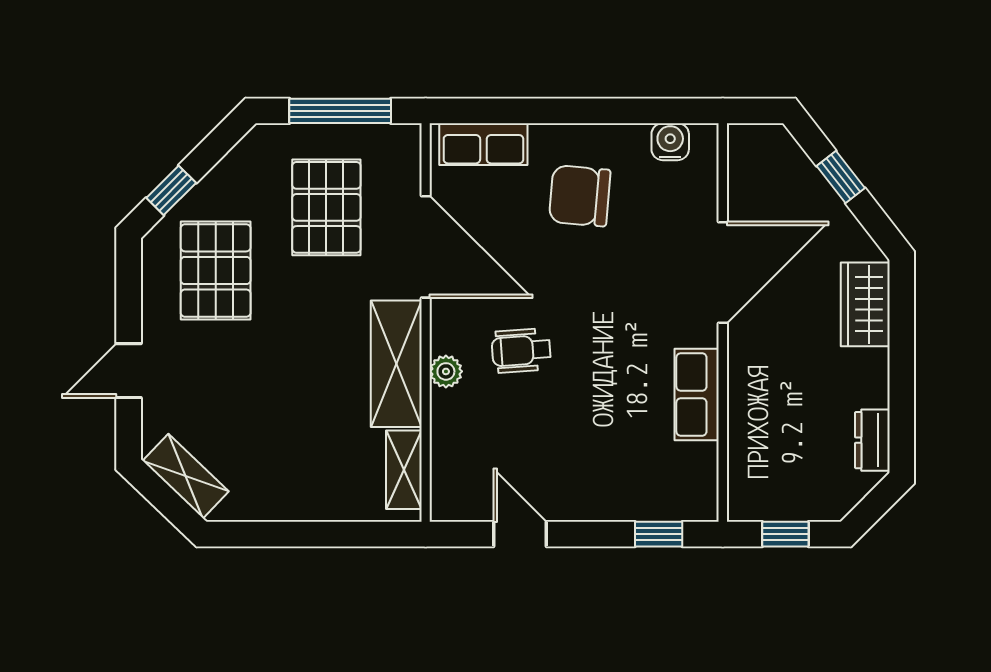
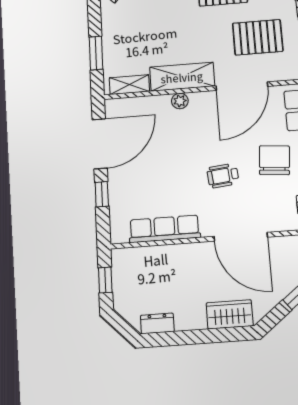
wheelchair: (521, 351) -> (223, 176), moved, turned -92
row of seats: (697, 394) -> (164, 229), width x1.48
window: (332, 534) -> (96, 53), added
door: (520, 534) -> (100, 144), width x1.87
window: (659, 534) -> (102, 194), moved

